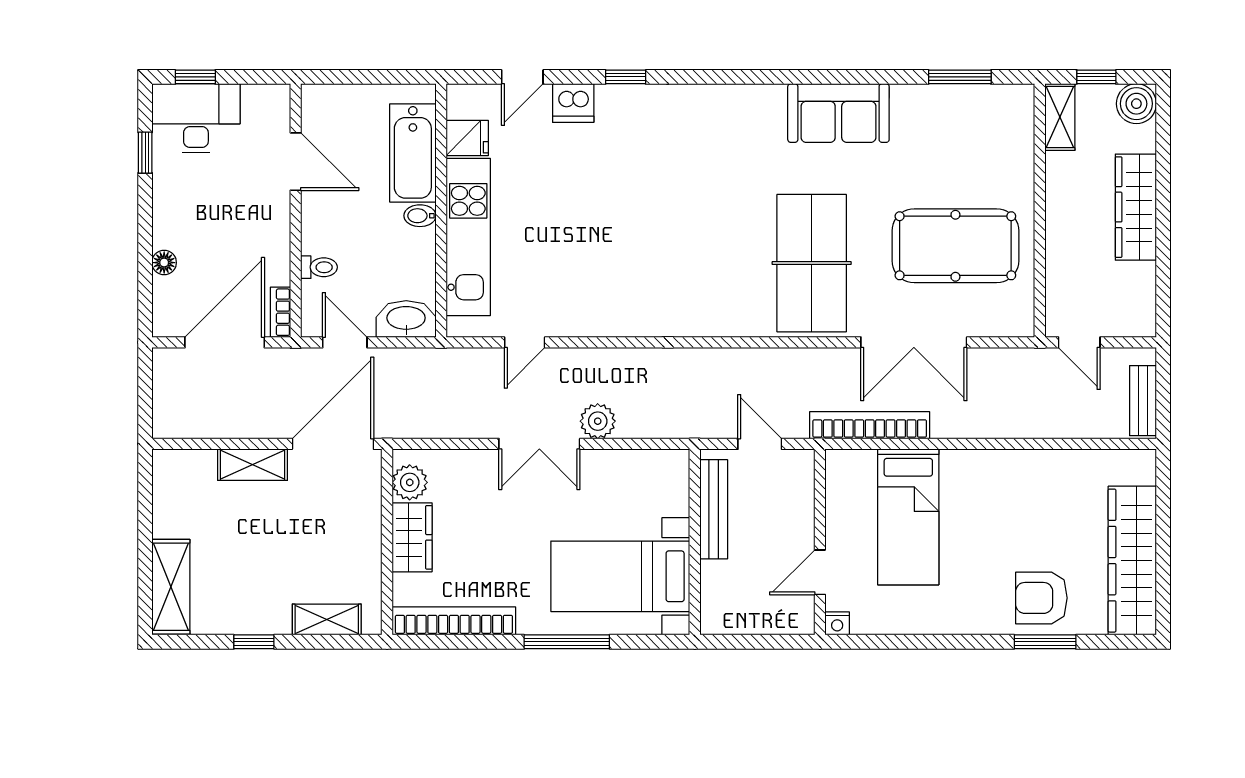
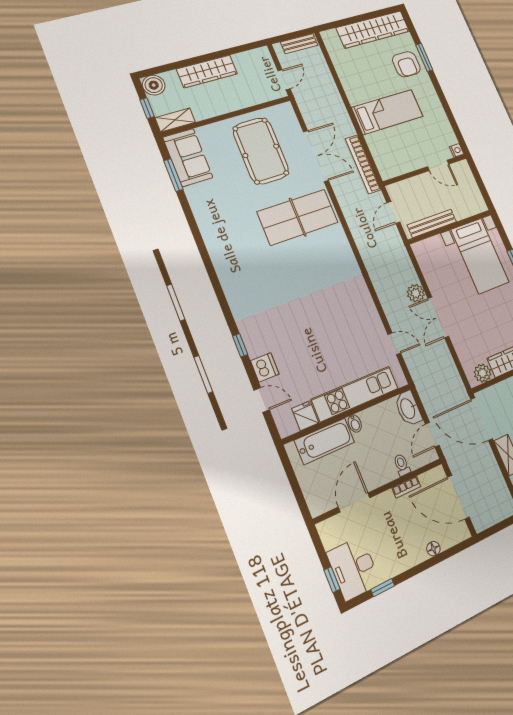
sofa: (838, 113) -> (188, 157), moved
bookcase: (281, 312) -> (406, 487), moved
double door: (539, 444) -> (438, 317), swing flipped
bed: (908, 517) -> (387, 112), moved

